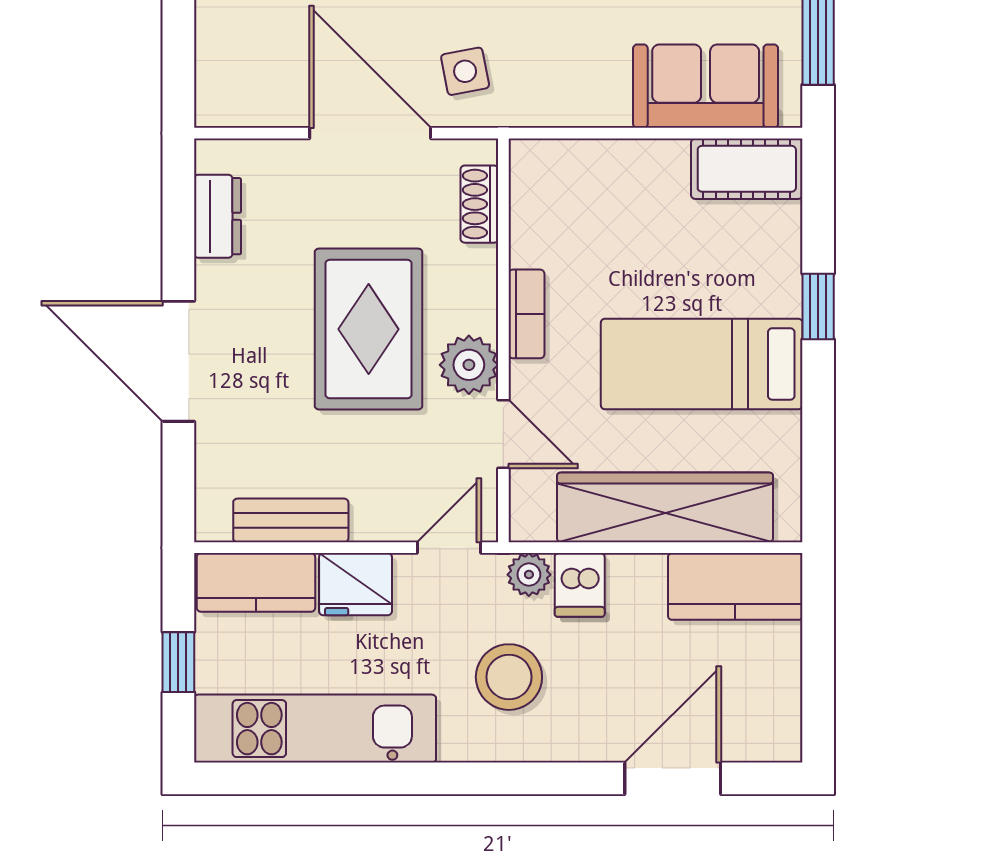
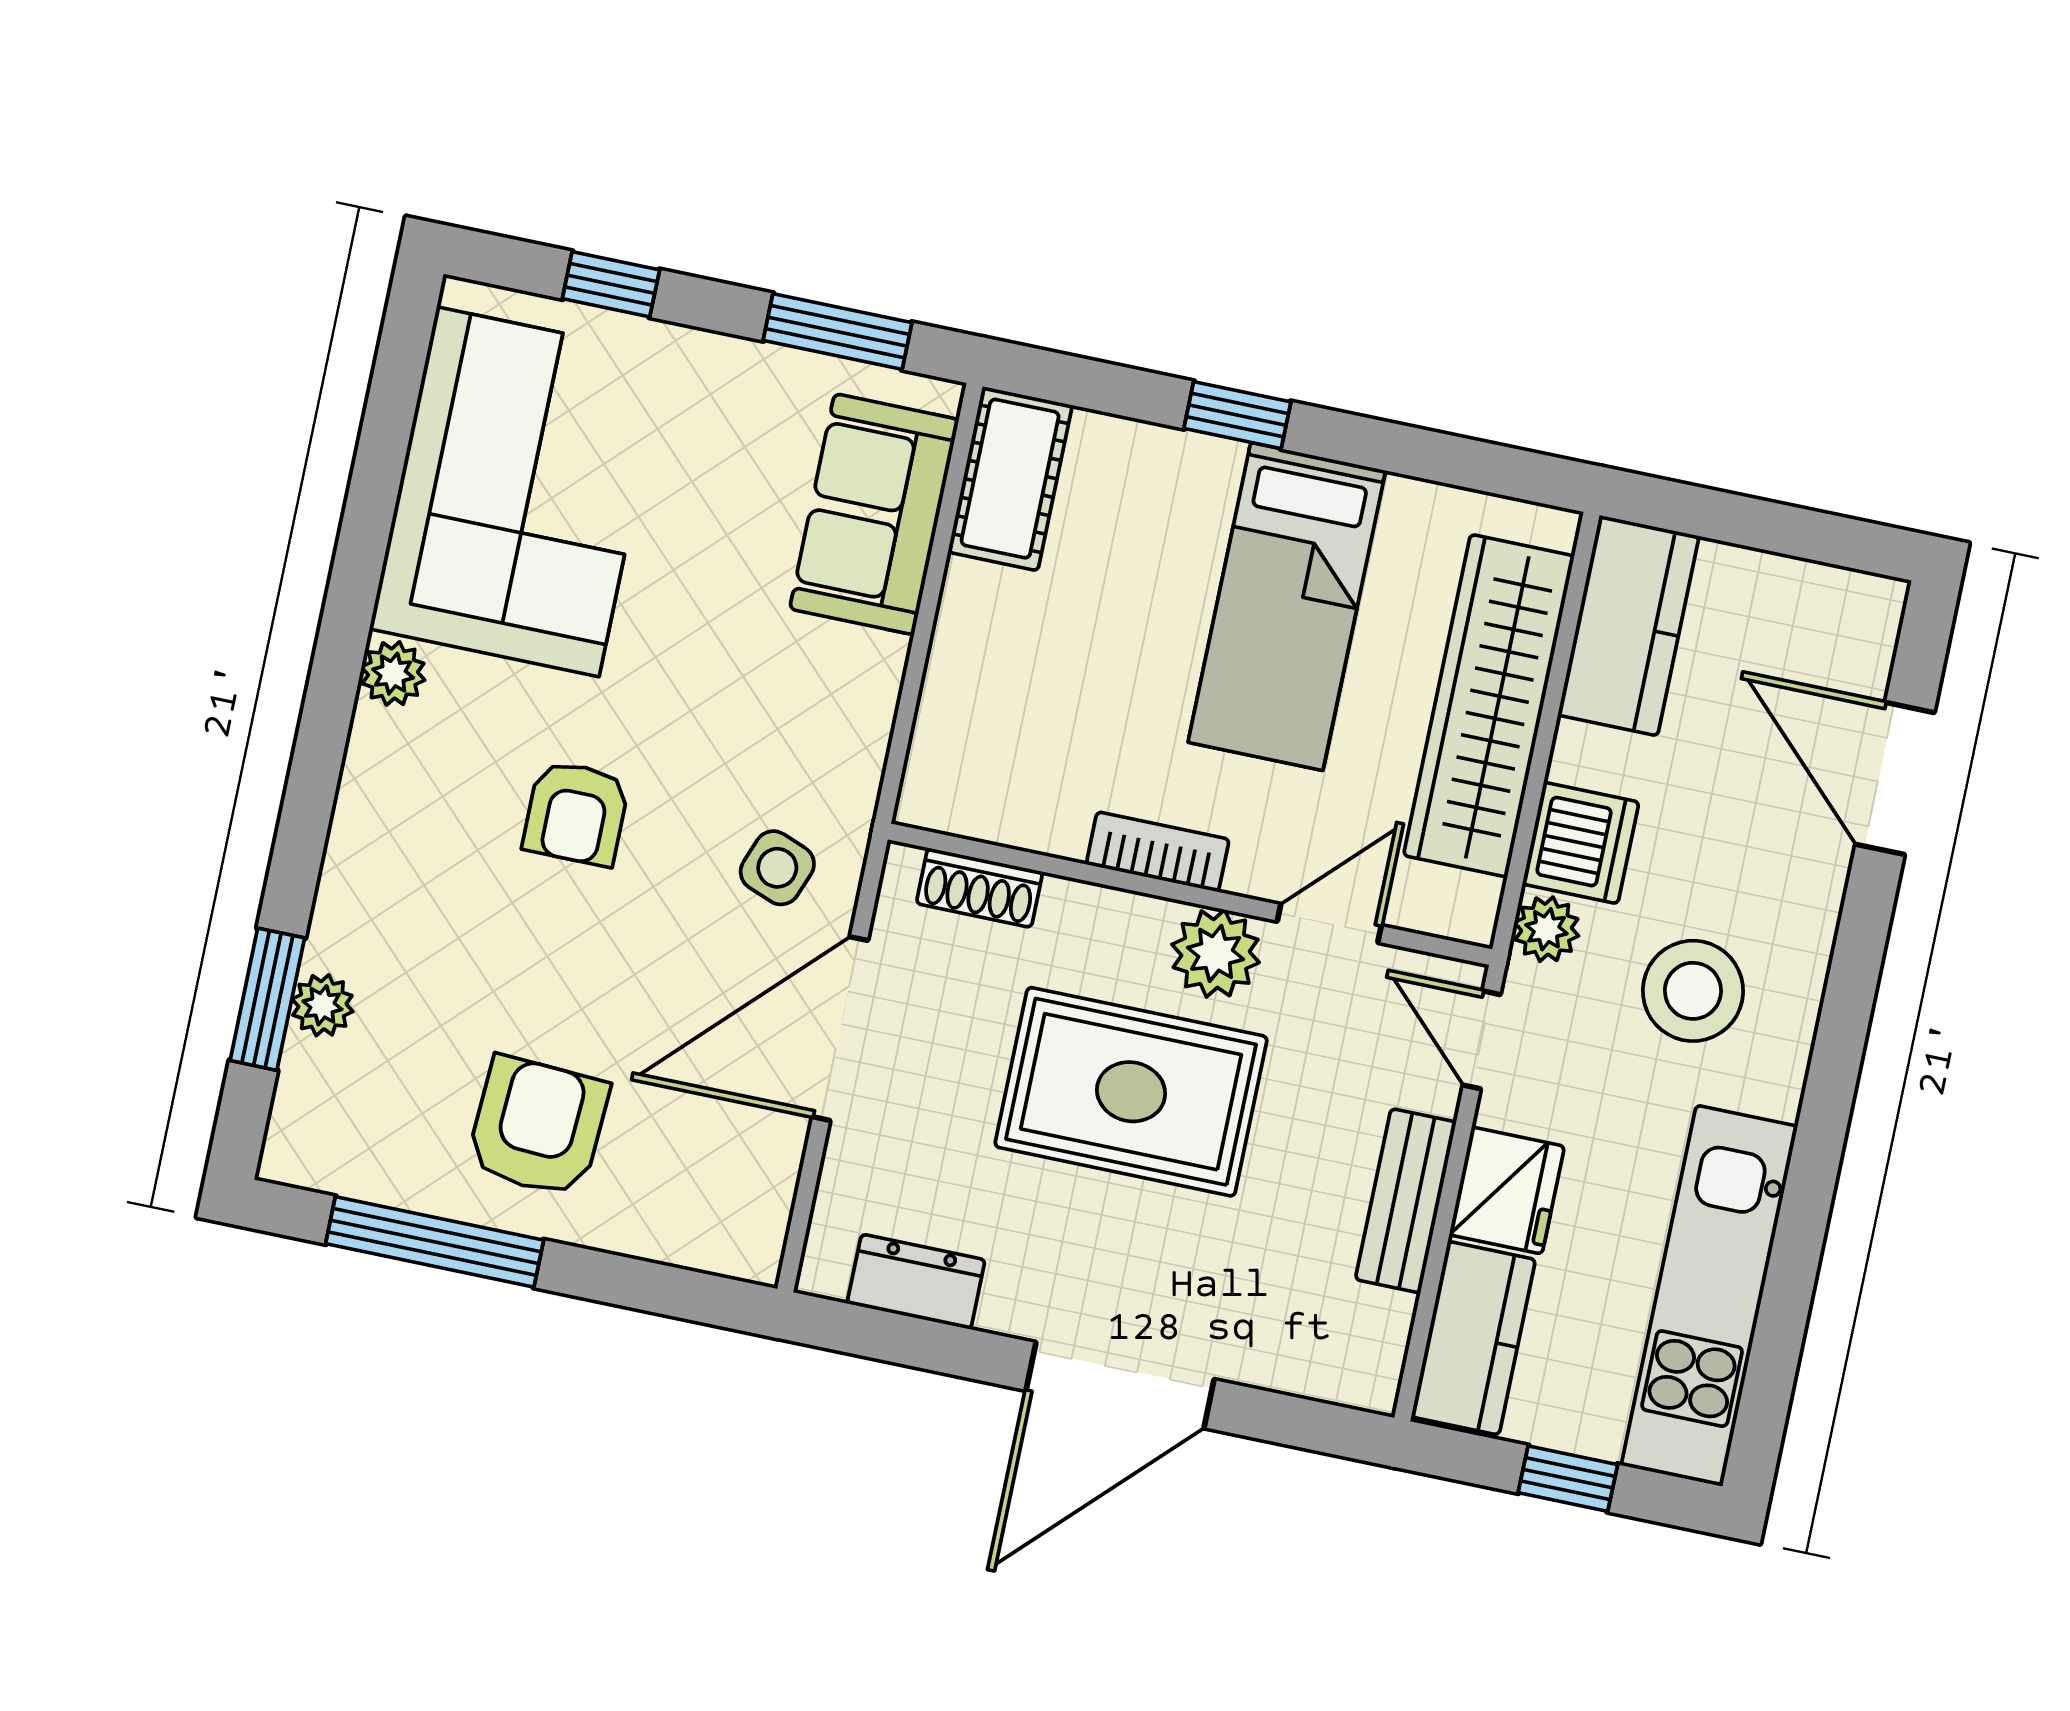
side table: (465, 71) -> (777, 868), turned 32
bench: (291, 520) -> (1406, 1201), moved
dishwasher: (580, 585) -> (1581, 843), width x1.38

